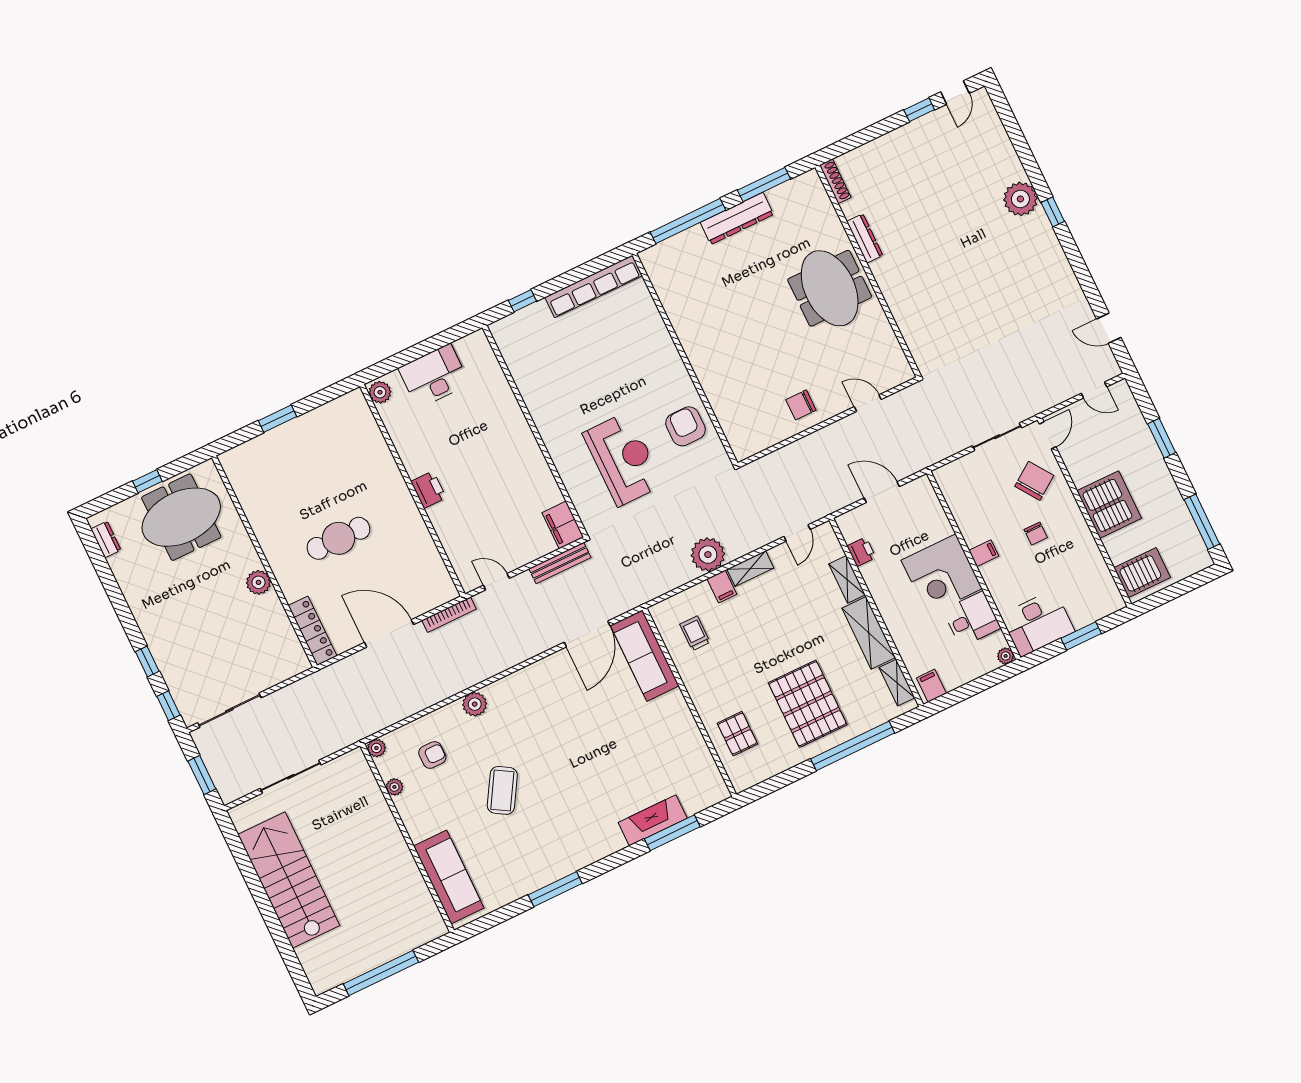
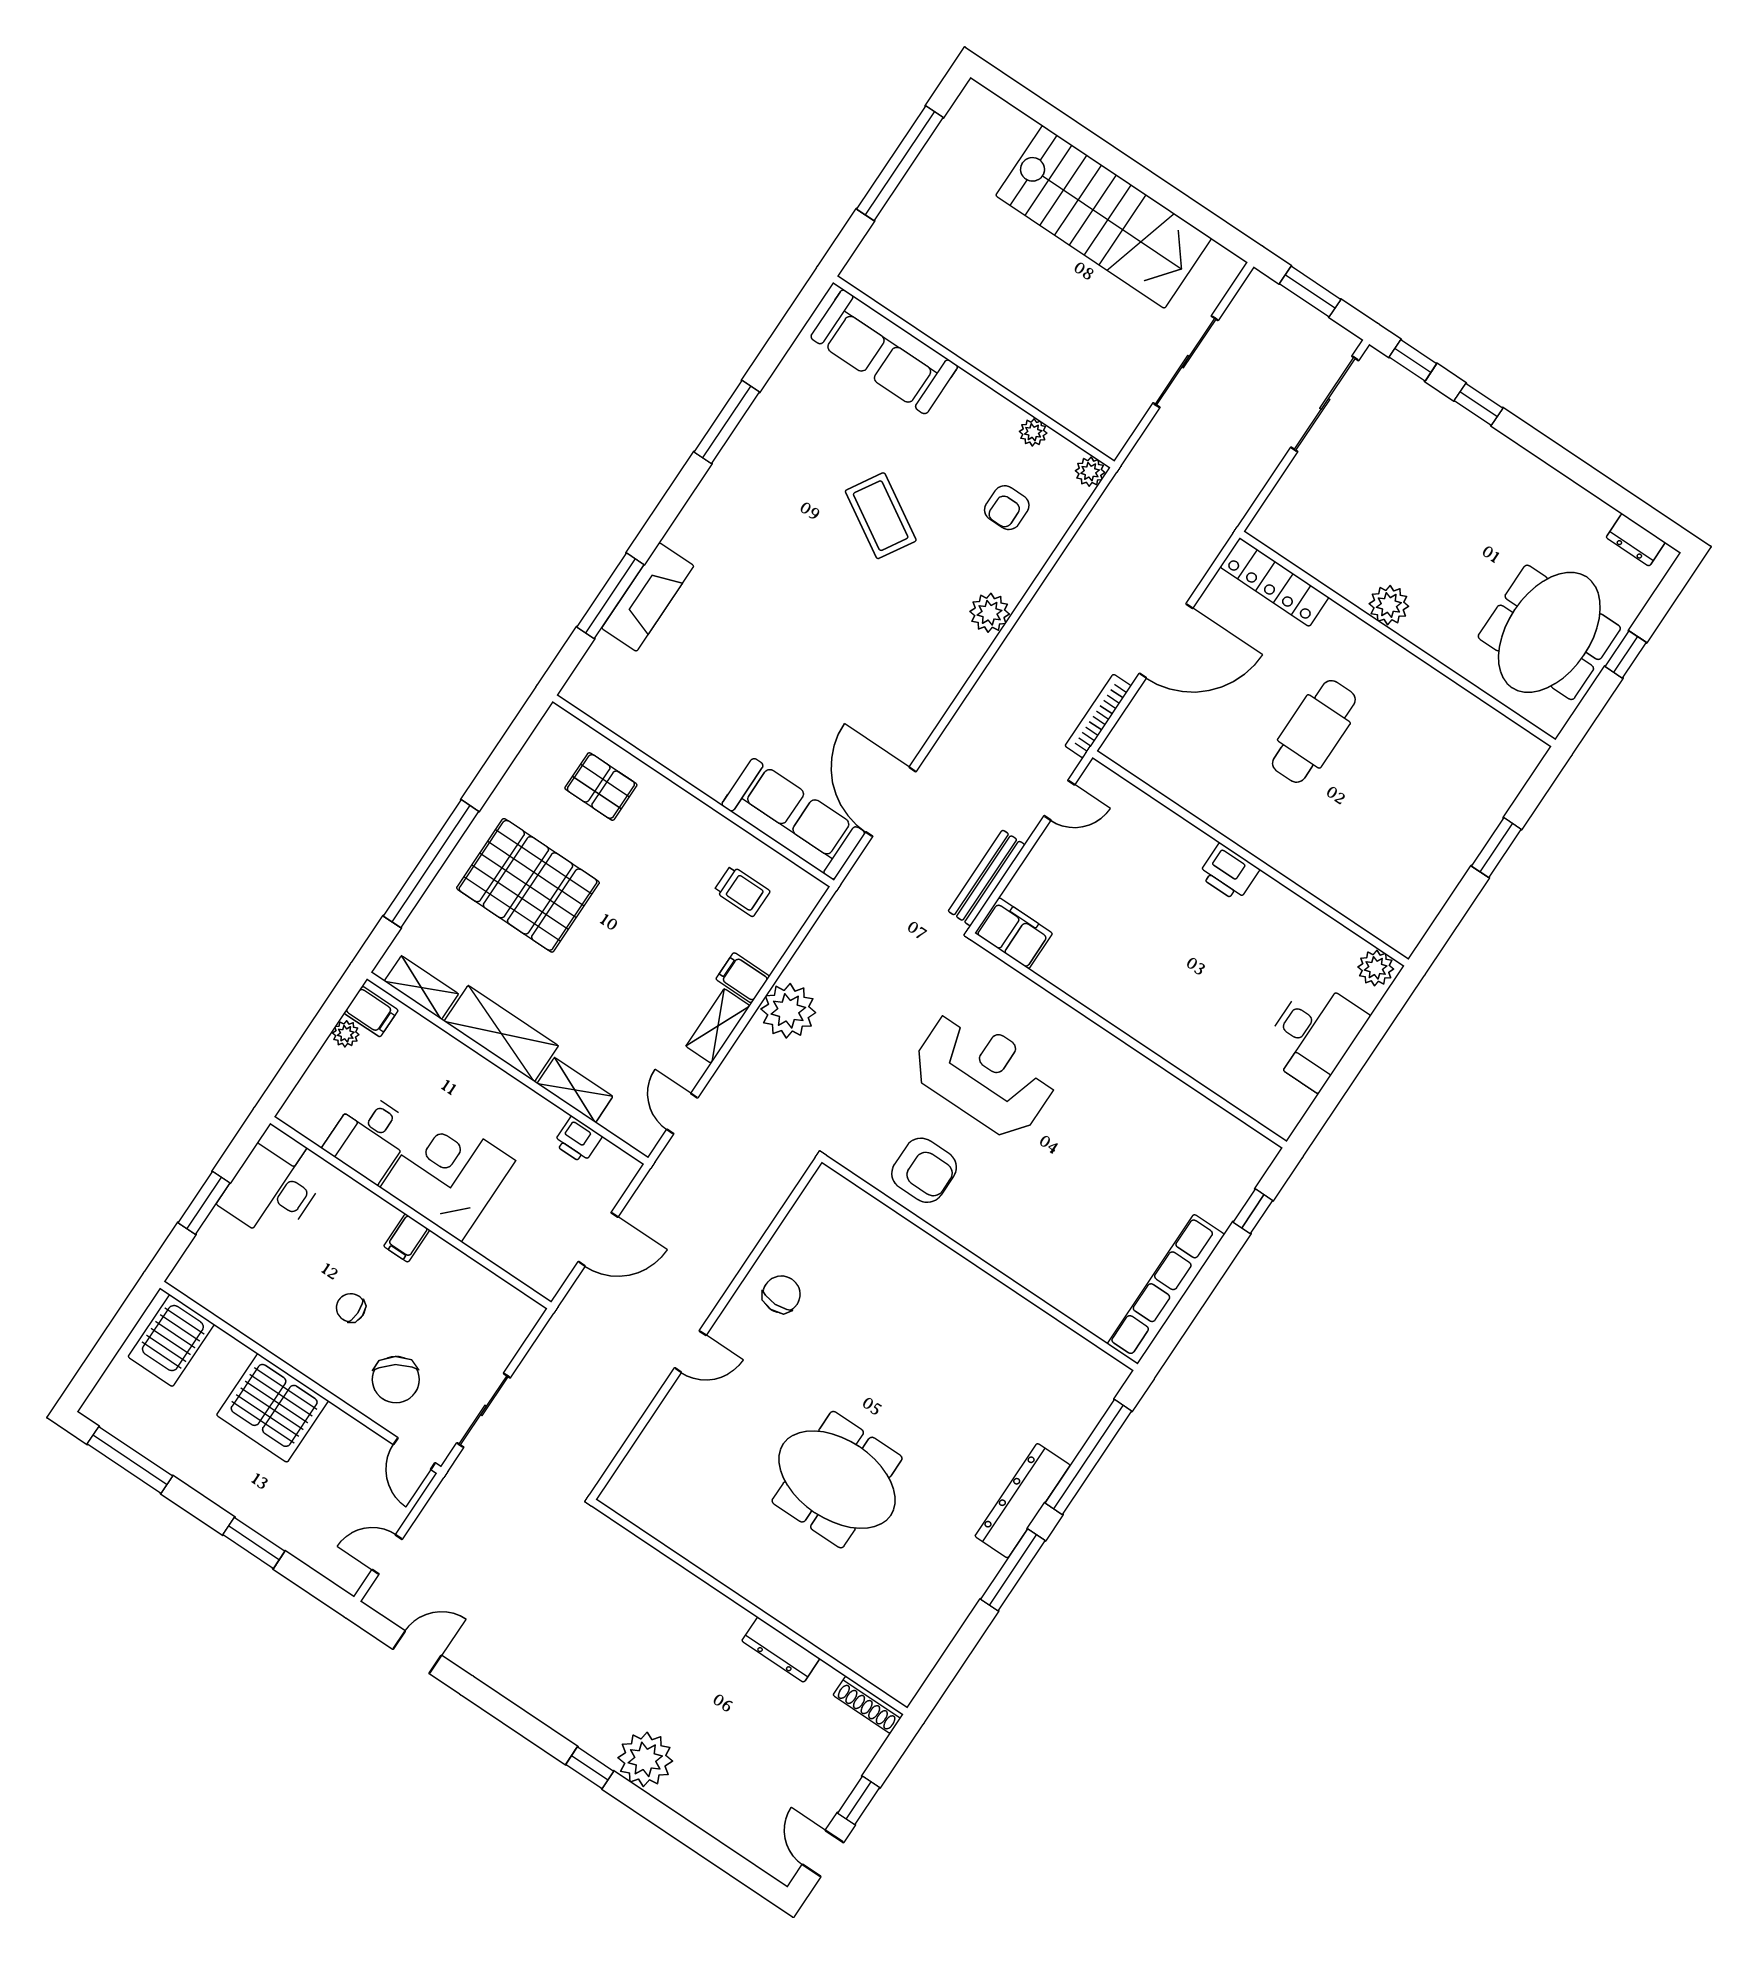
shoe rack: (835, 181) -> (868, 1705), moved
dresser: (865, 238) -> (781, 1650), moved
wall: (868, 271) -> (750, 1607), moved
reception desk: (623, 459) -> (984, 1074), turned 180
plant: (1006, 656) -> (346, 1034), moved

